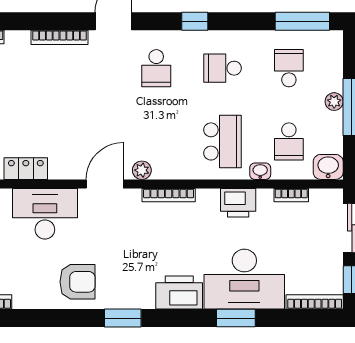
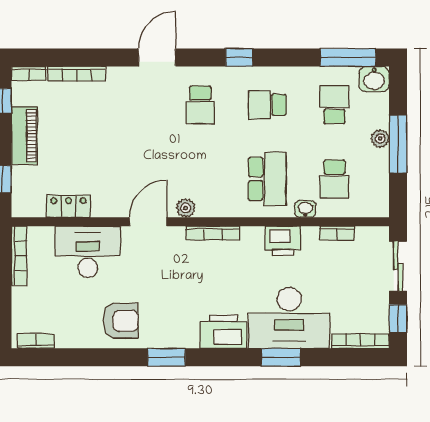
bookcase: (59, 37) -> (77, 74), moved
washbasin: (328, 167) -> (374, 79), moved, turned 180

